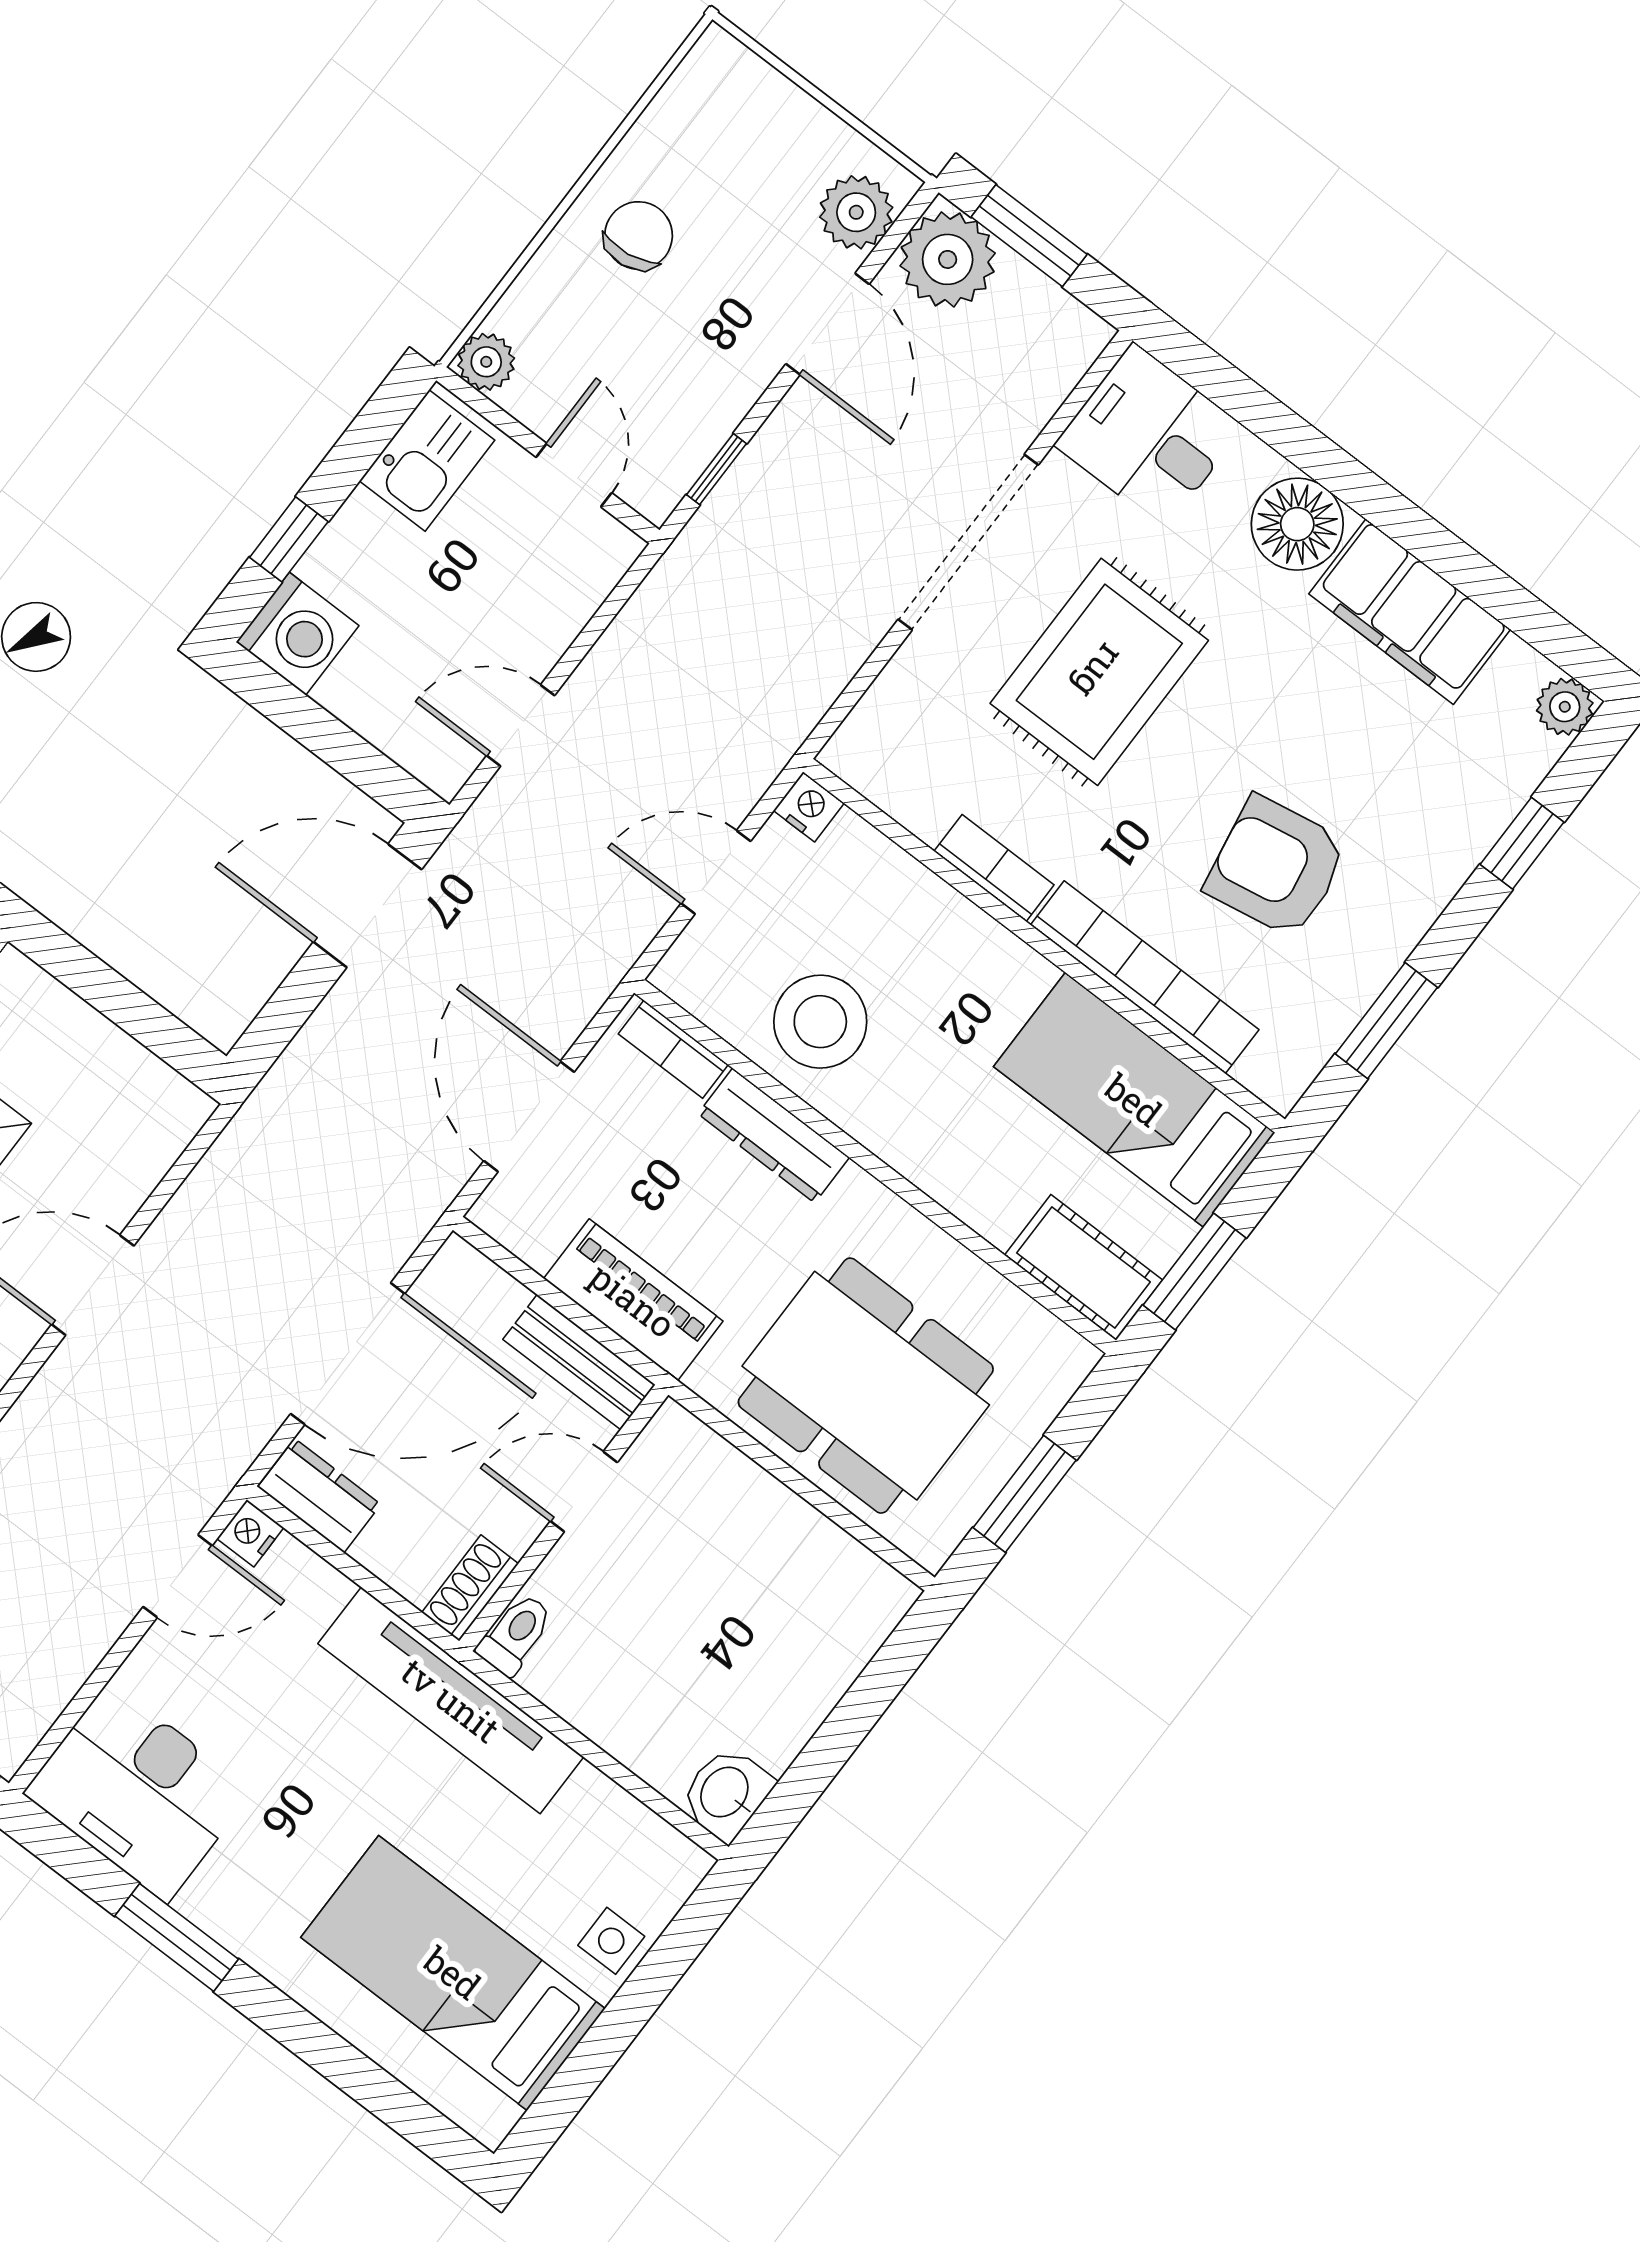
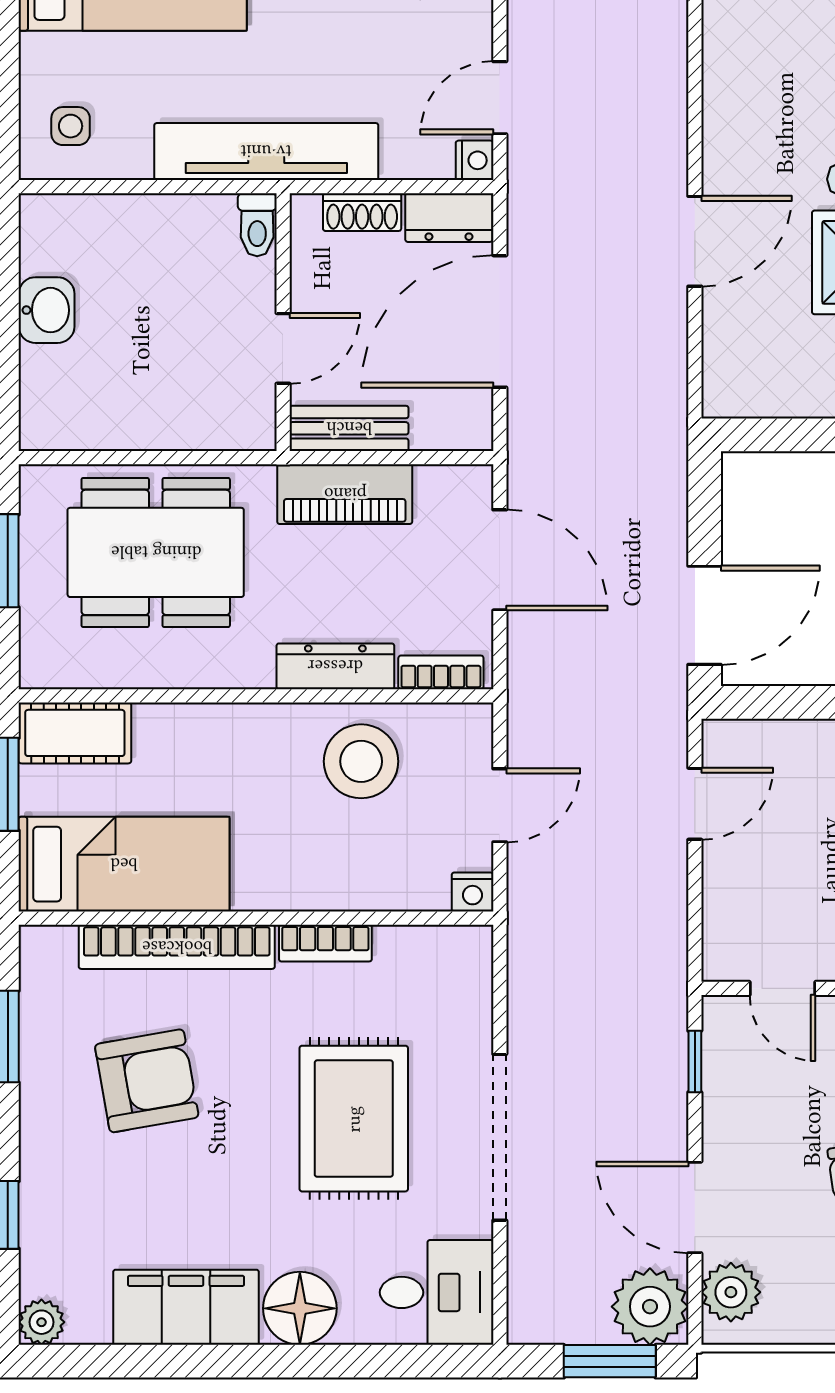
shoe rack: (470, 1588) -> (362, 212), moved, turned 90
washbasin: (726, 1793) -> (47, 310), moved
side table: (611, 1941) -> (71, 126), moved

